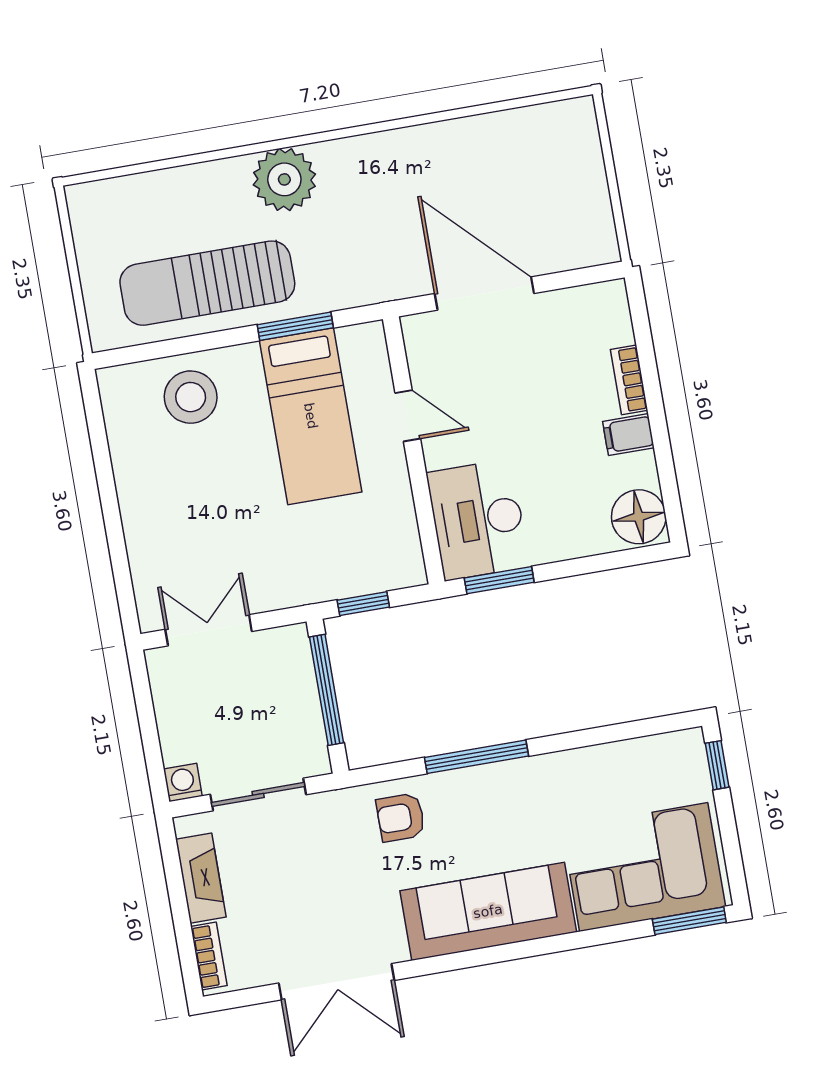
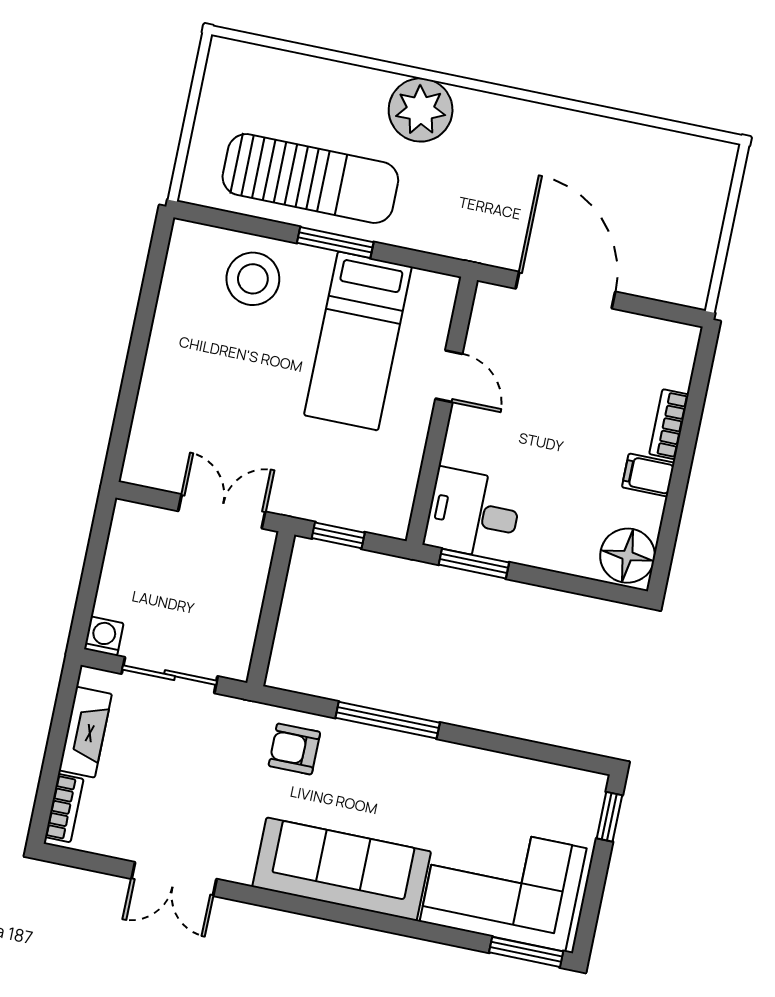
sun lounger: (207, 283) -> (310, 178), turned 180
window: (295, 326) -> (335, 242), moved
desk: (478, 520) -> (473, 514), width x0.73
double door: (209, 630) -> (222, 511), moved
window: (327, 690) -> (272, 603), removed
double door: (336, 982) -> (174, 879), width x0.73

